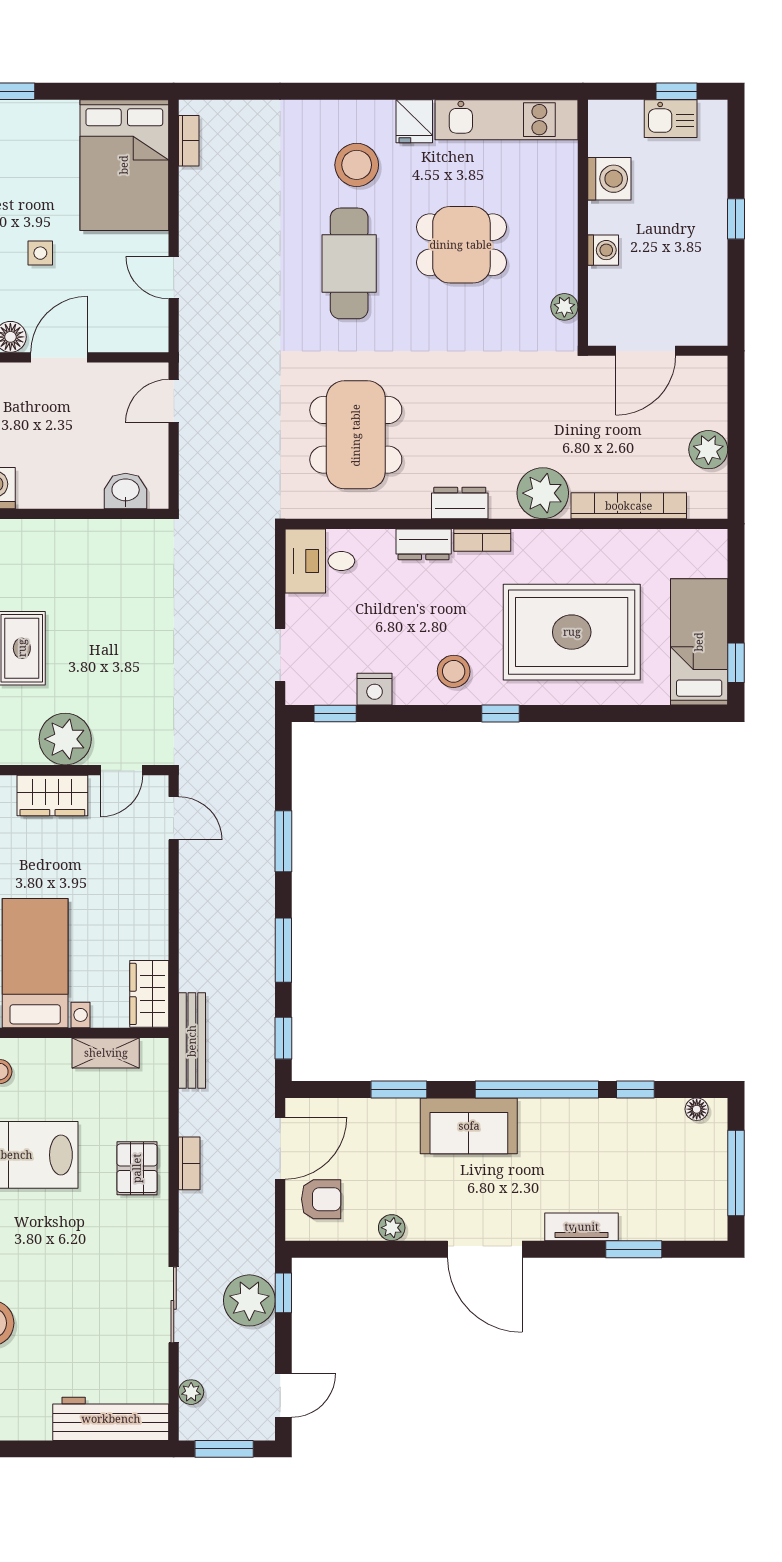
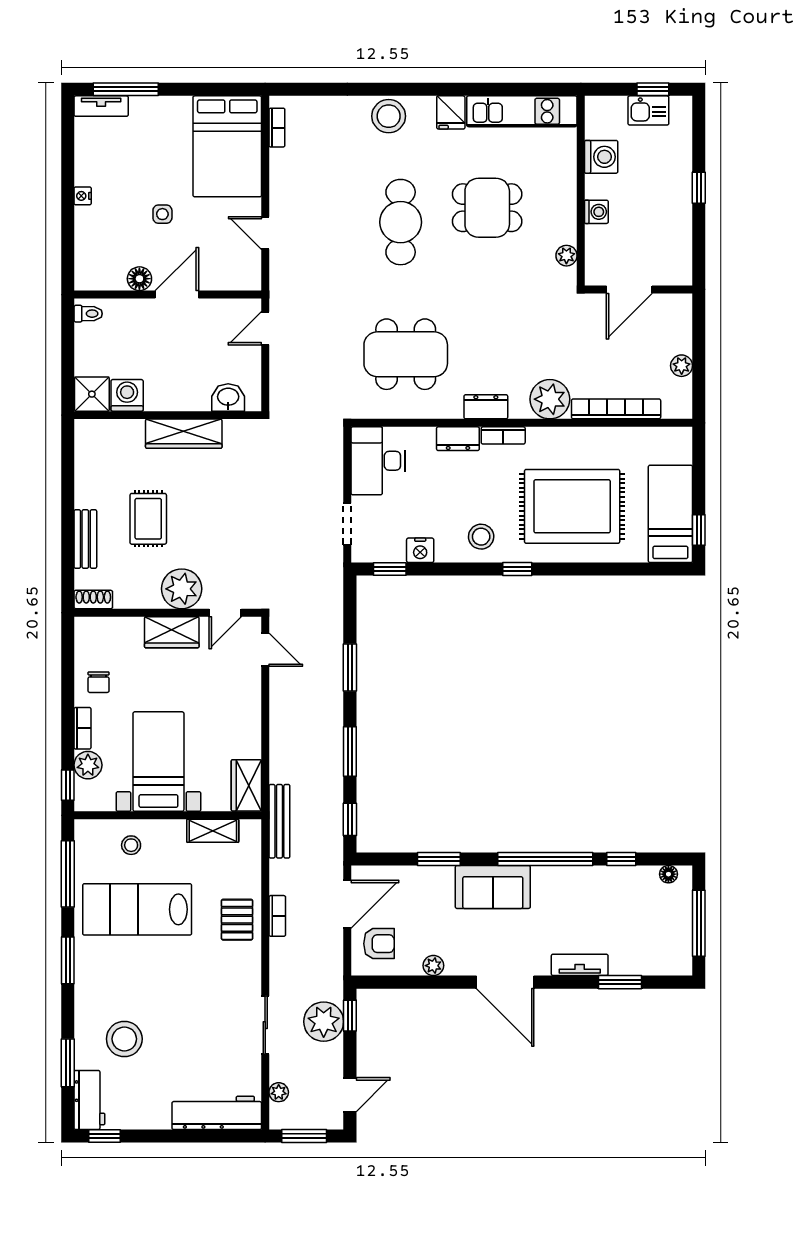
stool: (357, 165) -> (389, 116), moved
dining table: (356, 435) -> (406, 354), turned 90
plant: (708, 450) -> (682, 366), width x0.73, depth x0.73
wardrobe: (68, 538) -> (184, 434), added
desk: (320, 561) -> (378, 461), width x1.37

